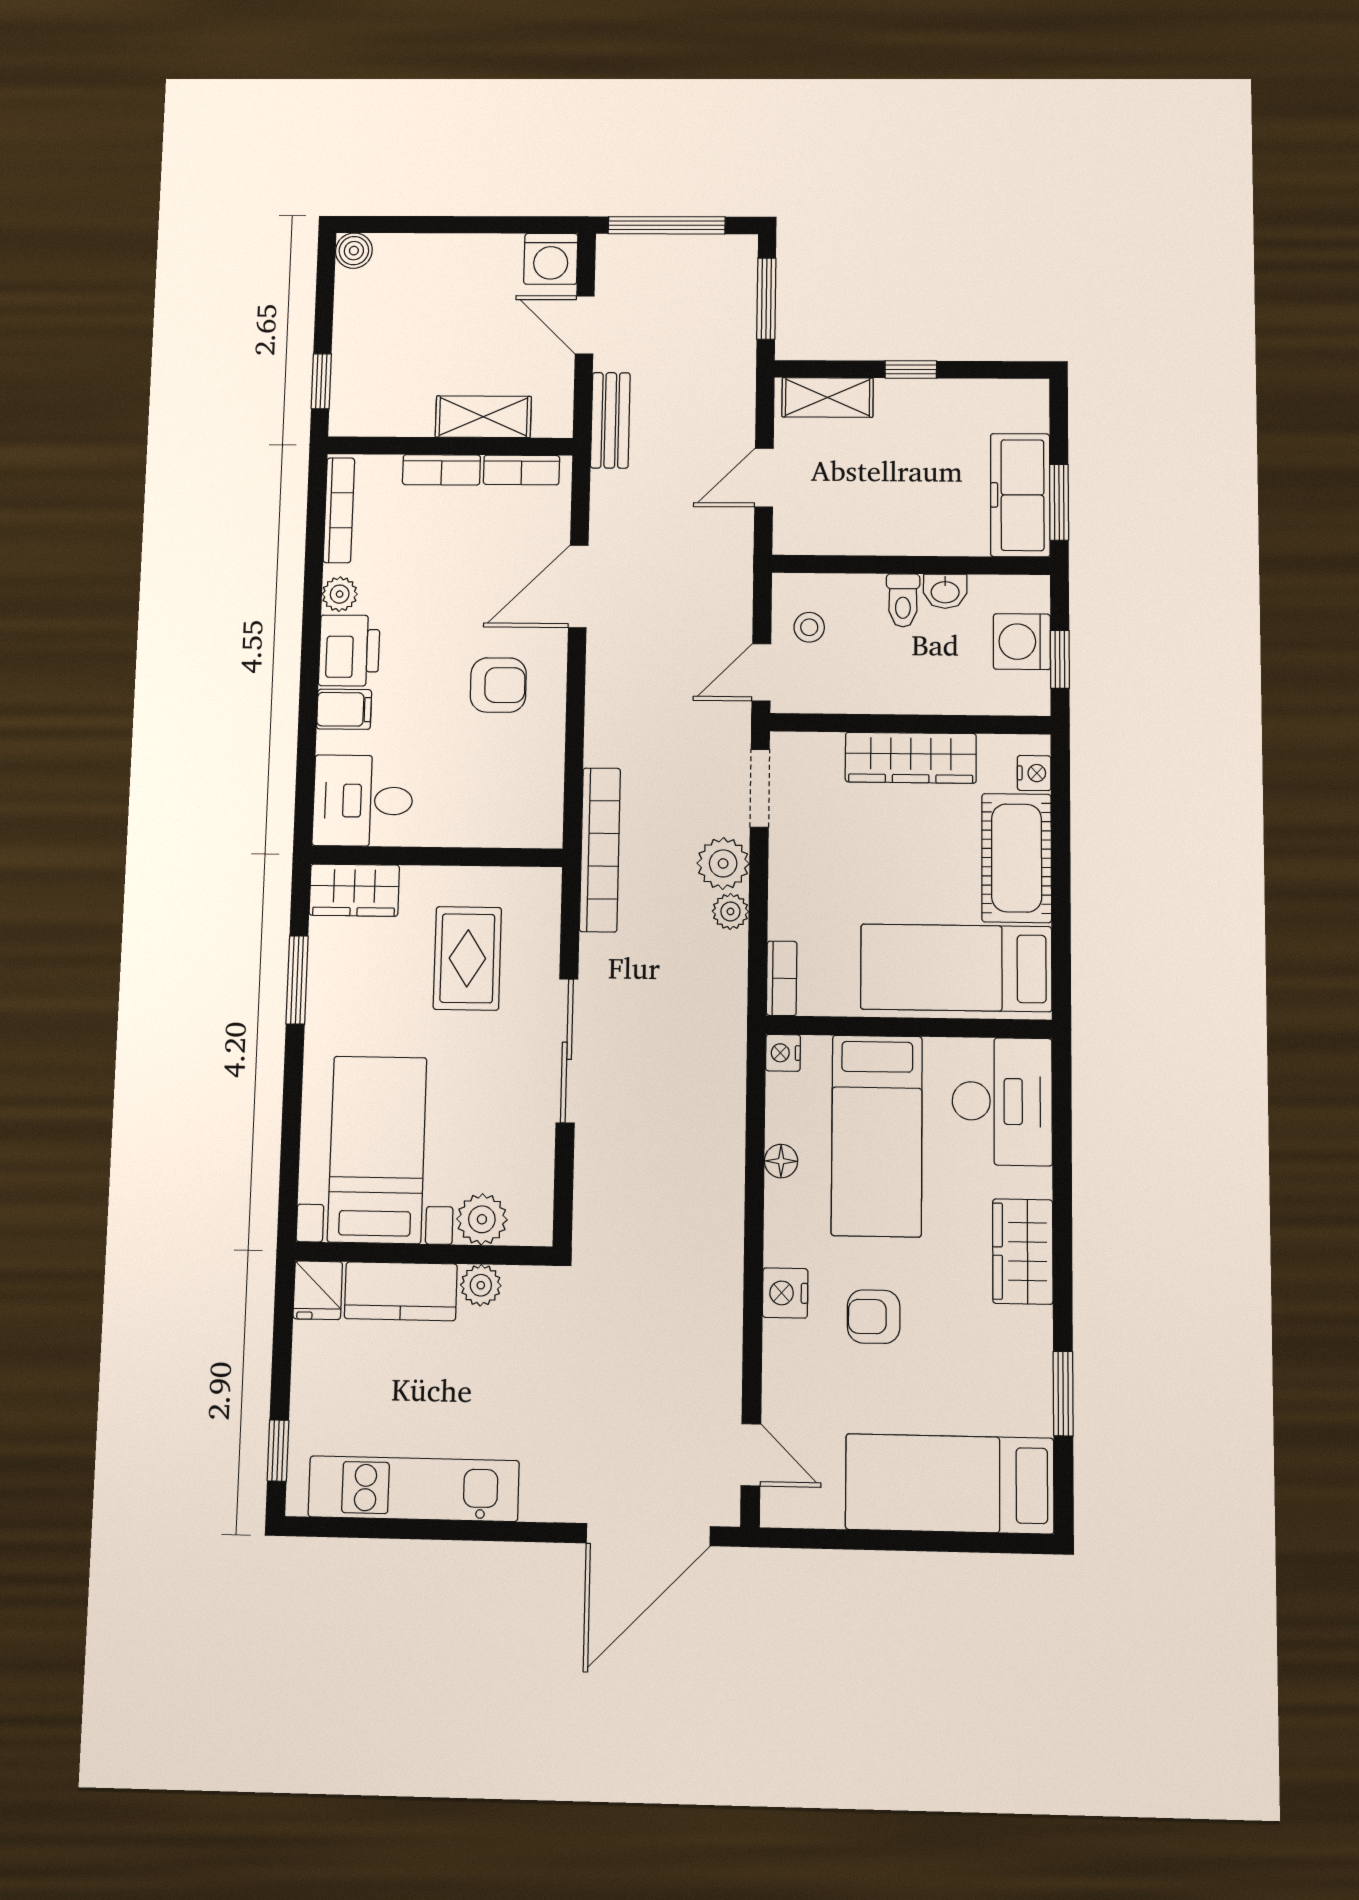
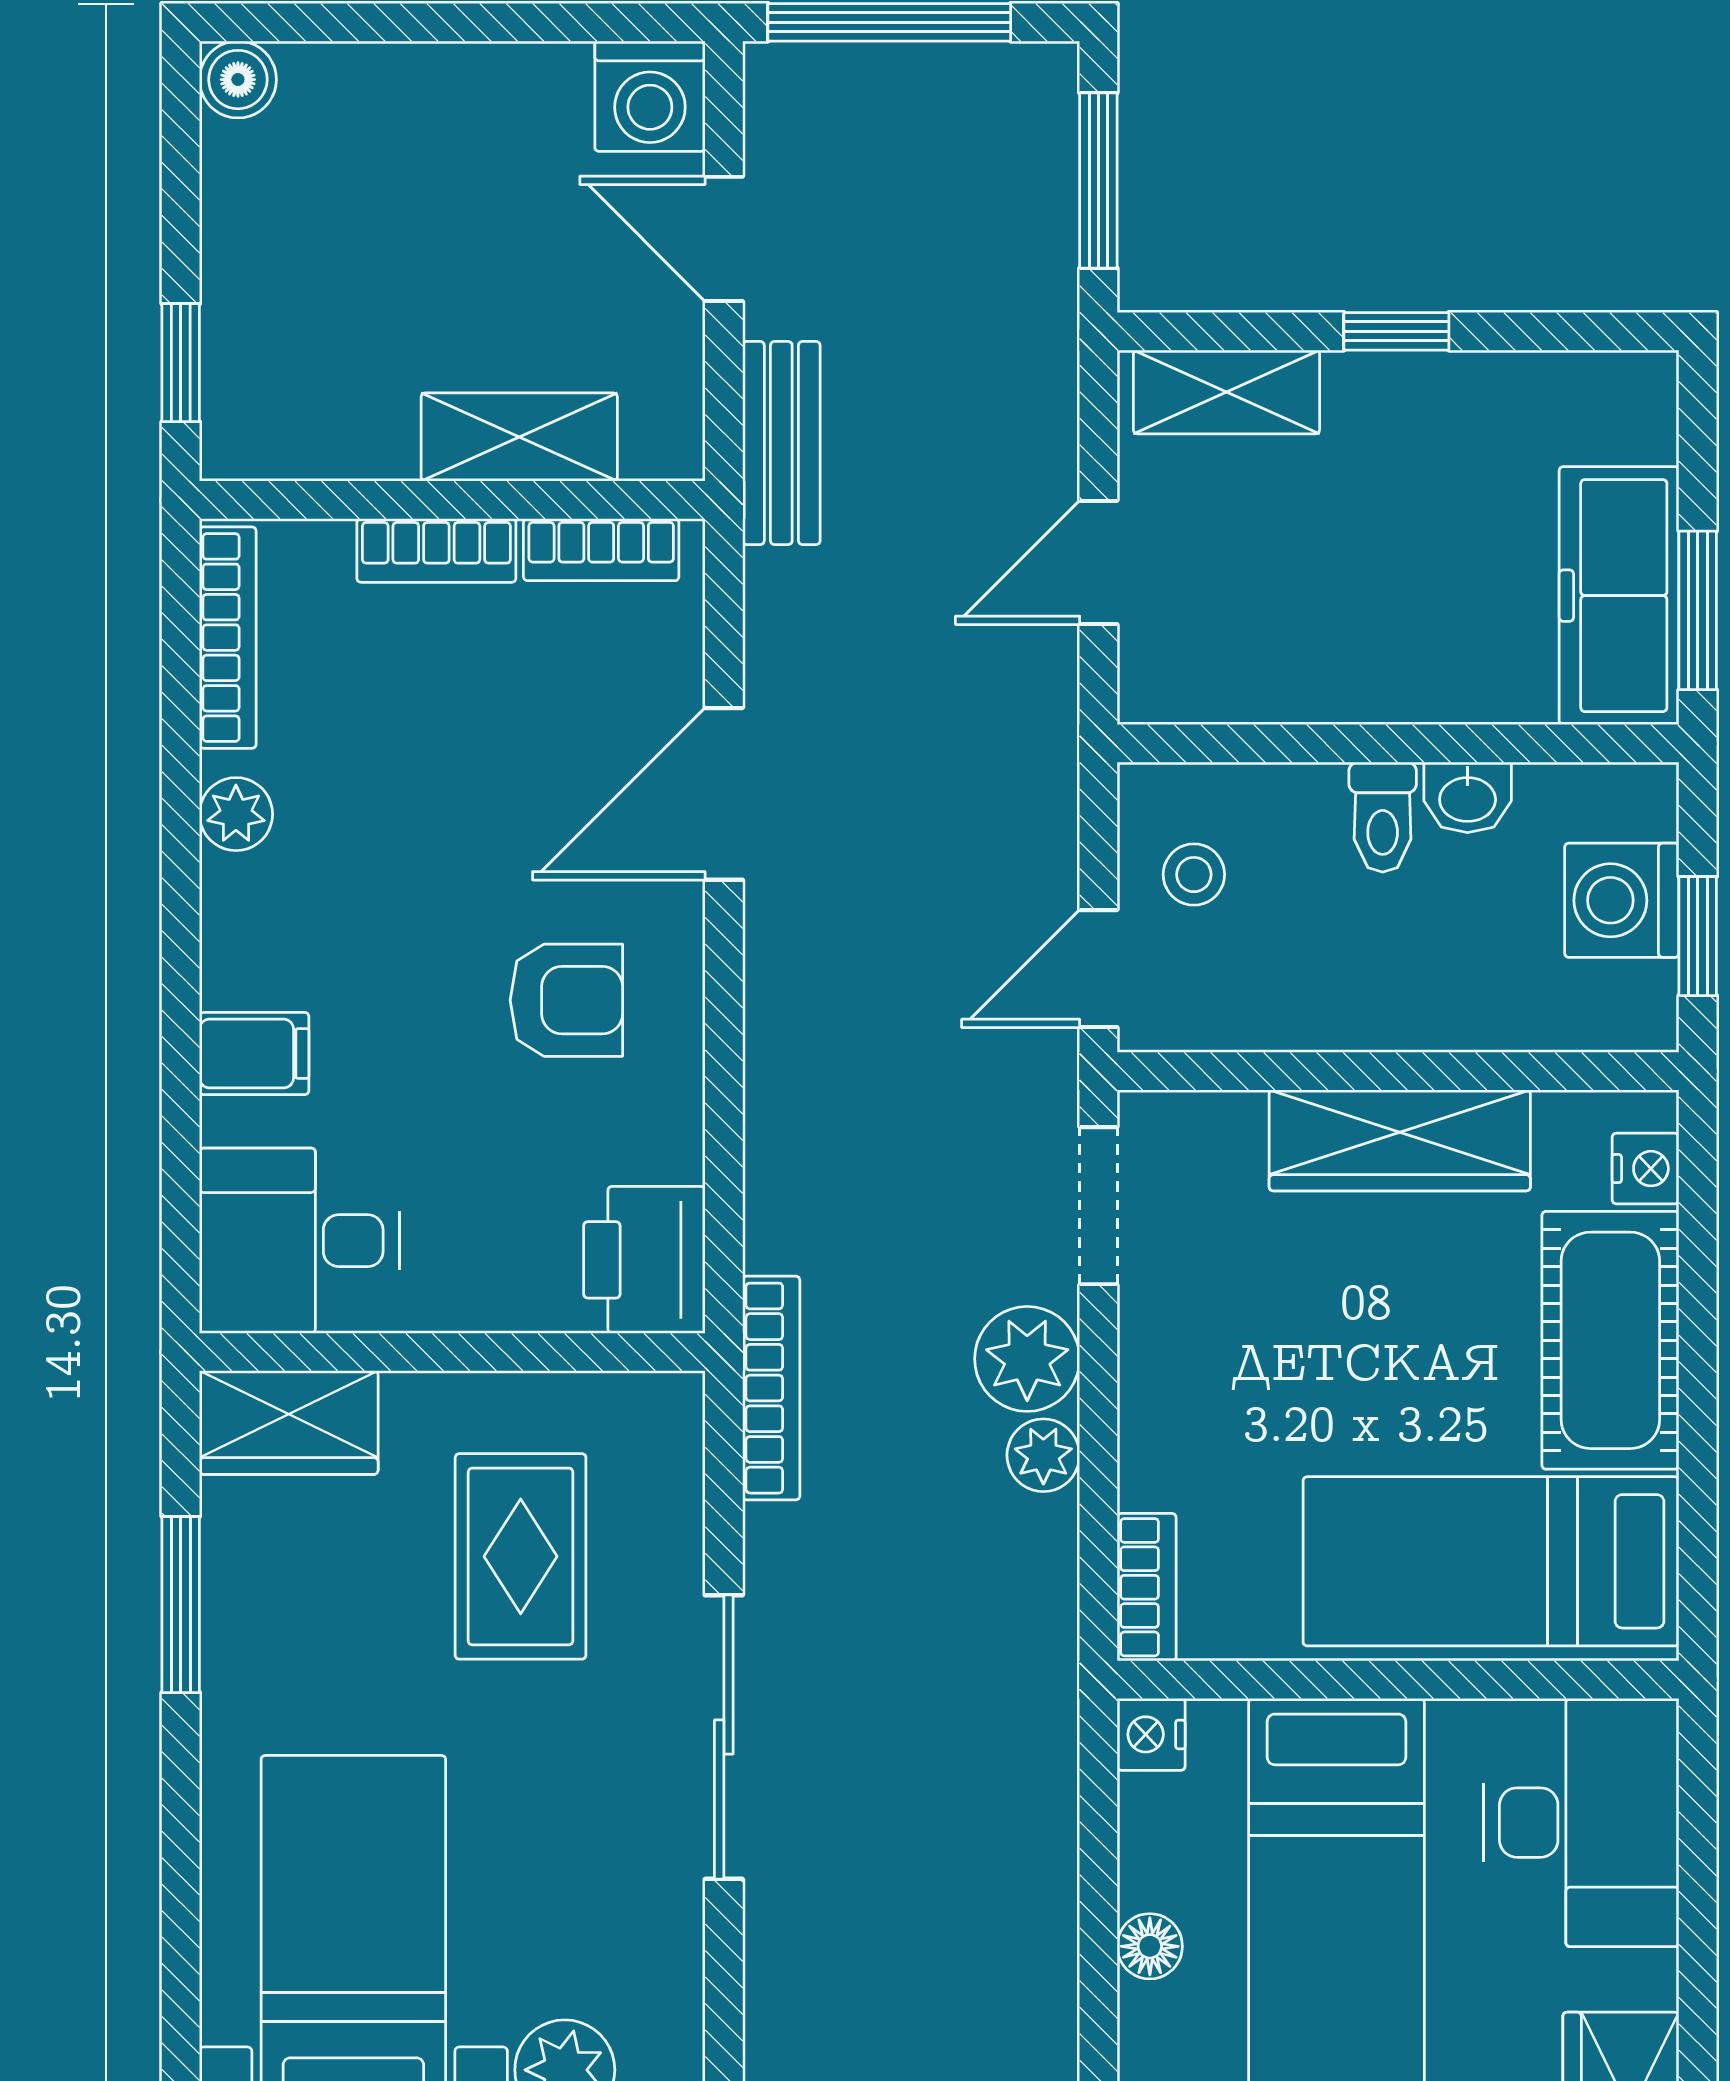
printer: (349, 650) -> (644, 1260), moved, turned 180
bookcase: (600, 850) -> (771, 1388), width x0.68, depth x0.76

